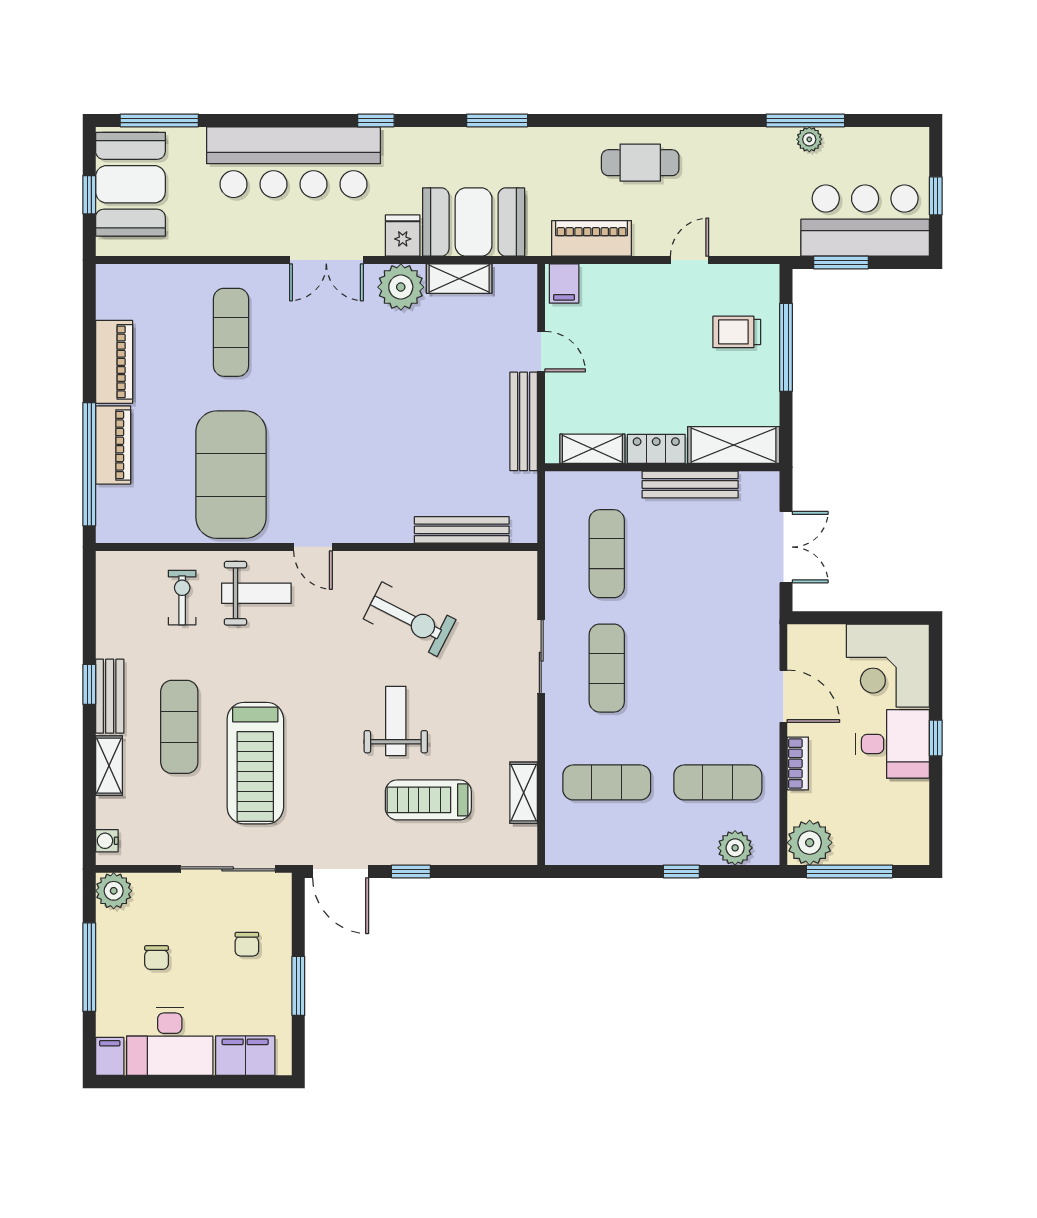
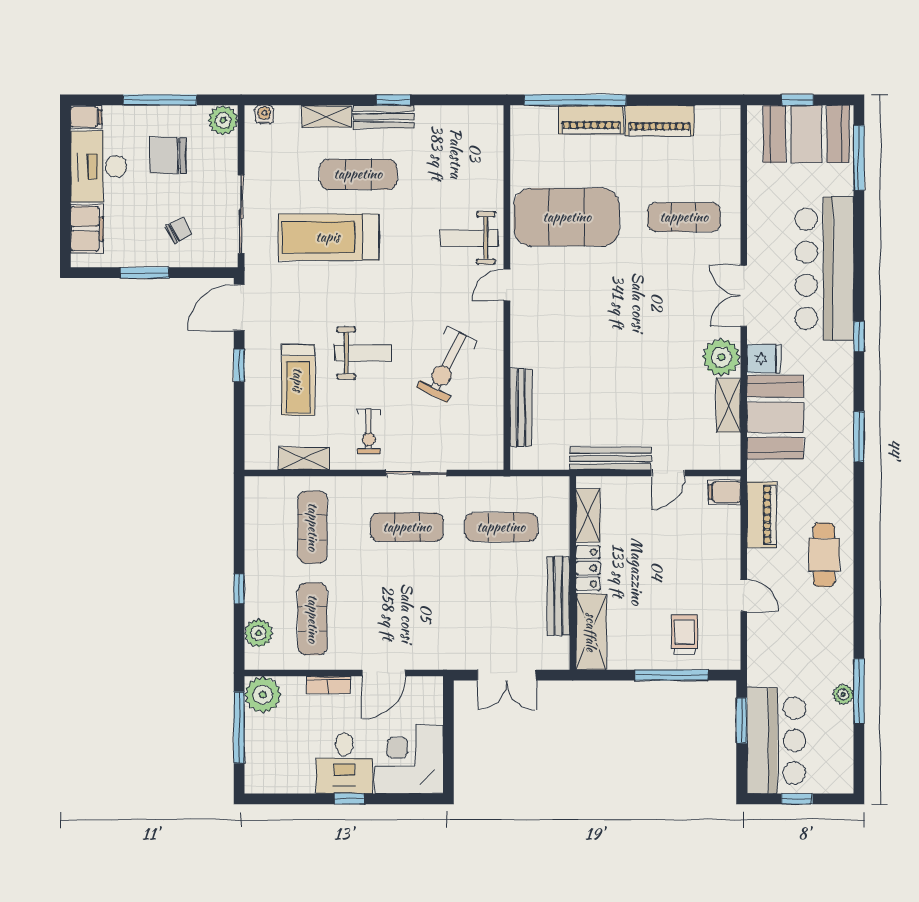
weight bench: (256, 593) -> (469, 238), turned 90
exercise bike: (182, 598) -> (369, 431), moved, turned 90
treadmill: (428, 800) -> (298, 380), turned 180
chair: (247, 944) -> (179, 230), turned 152
chair: (157, 958) -> (168, 156), width x1.87, depth x1.87

